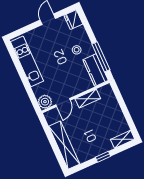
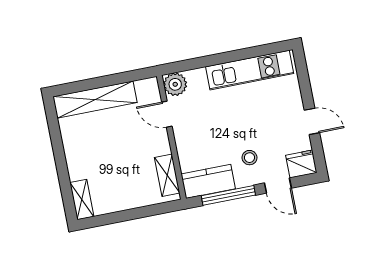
door: (89, 30) -> (278, 186), added
shelving: (88, 99) -> (167, 175), moved
window: (103, 157) -> (60, 160), removed

